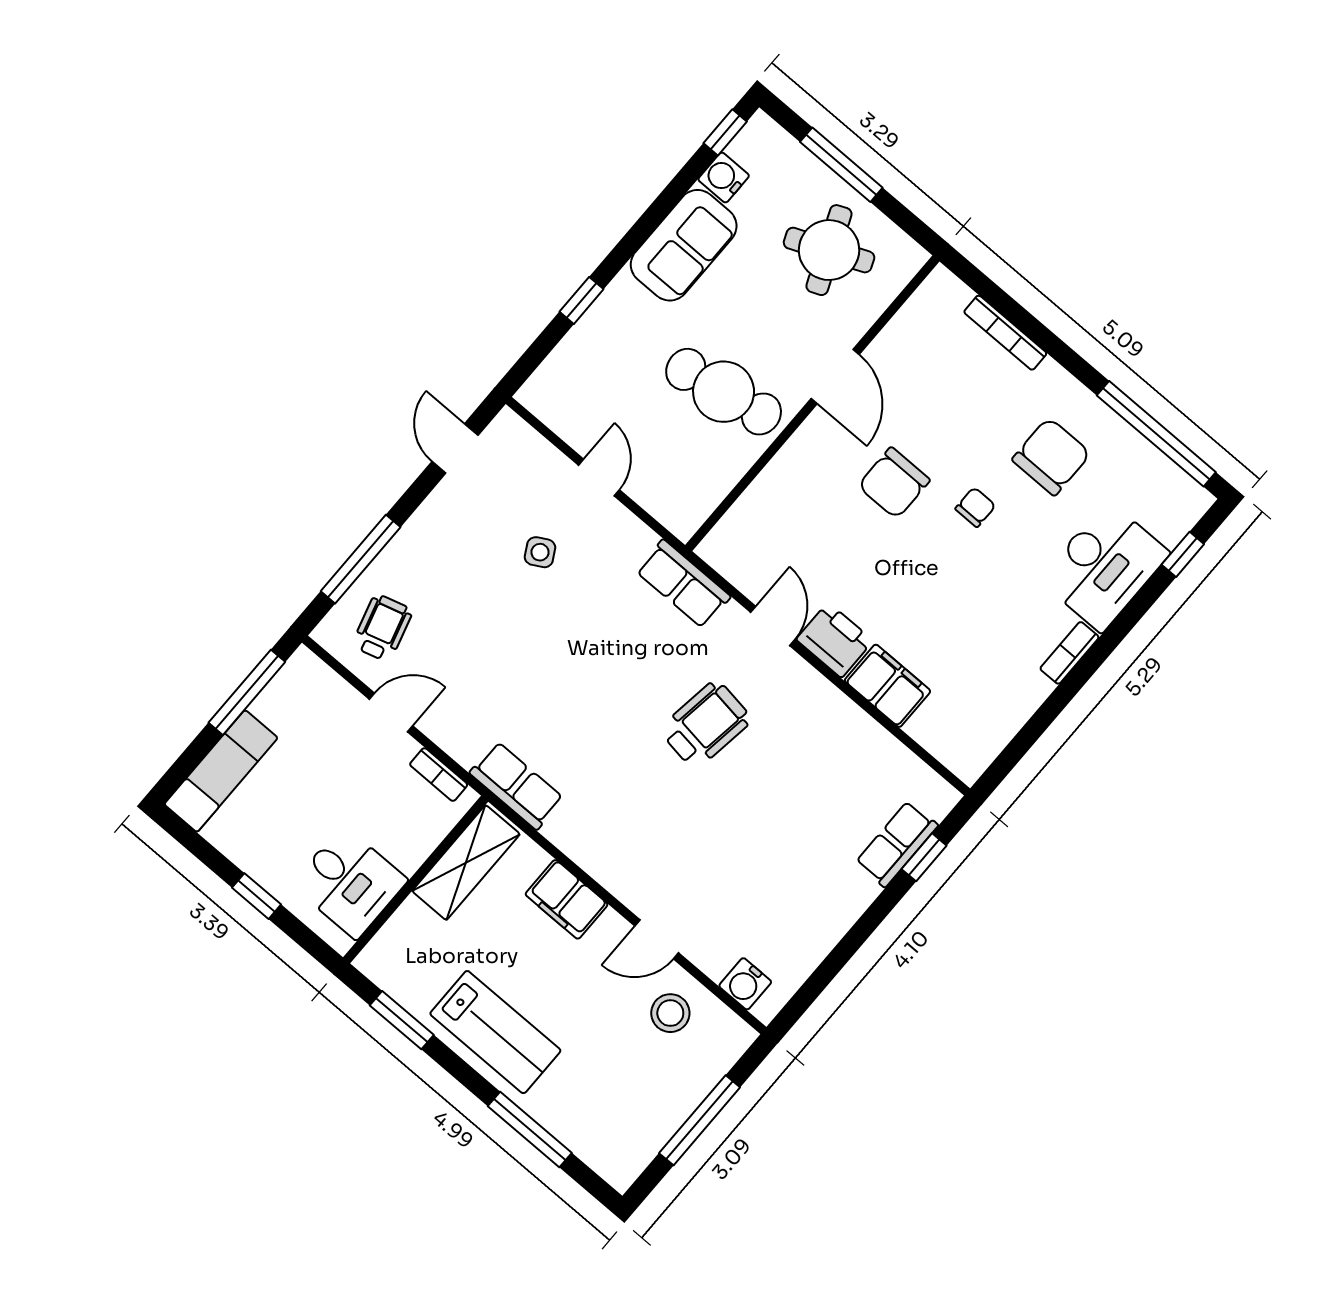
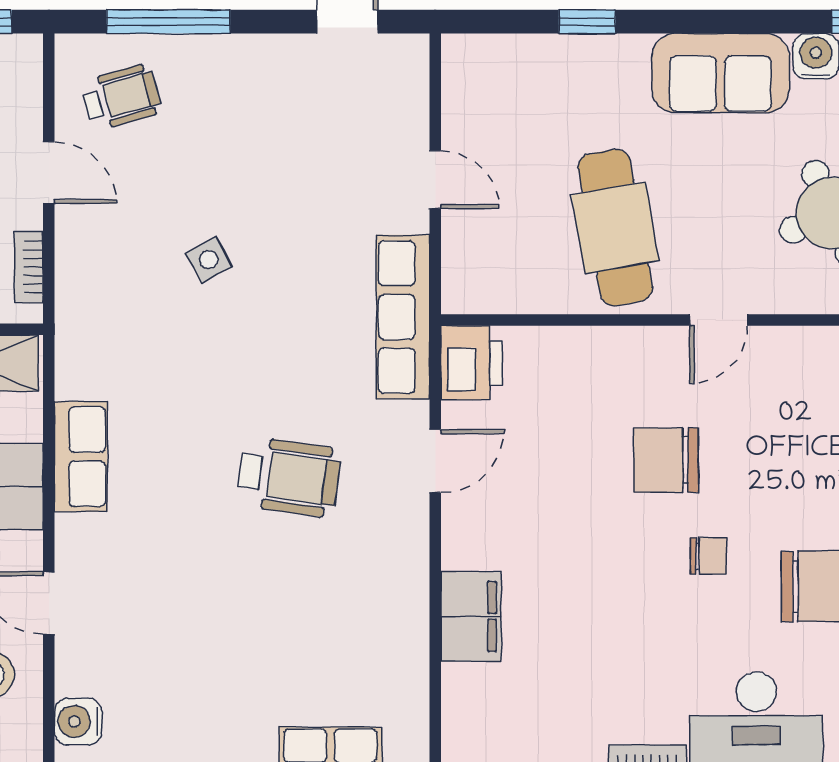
door: (835, 376) -> (719, 320), width x0.73
door: (599, 478) -> (435, 180), hinge flipped
side table: (540, 552) -> (209, 260), moved
row of seats: (683, 584) -> (403, 317), width x1.48
printer: (835, 640) -> (472, 363), moved
row of seats: (517, 786) -> (81, 457), moved

